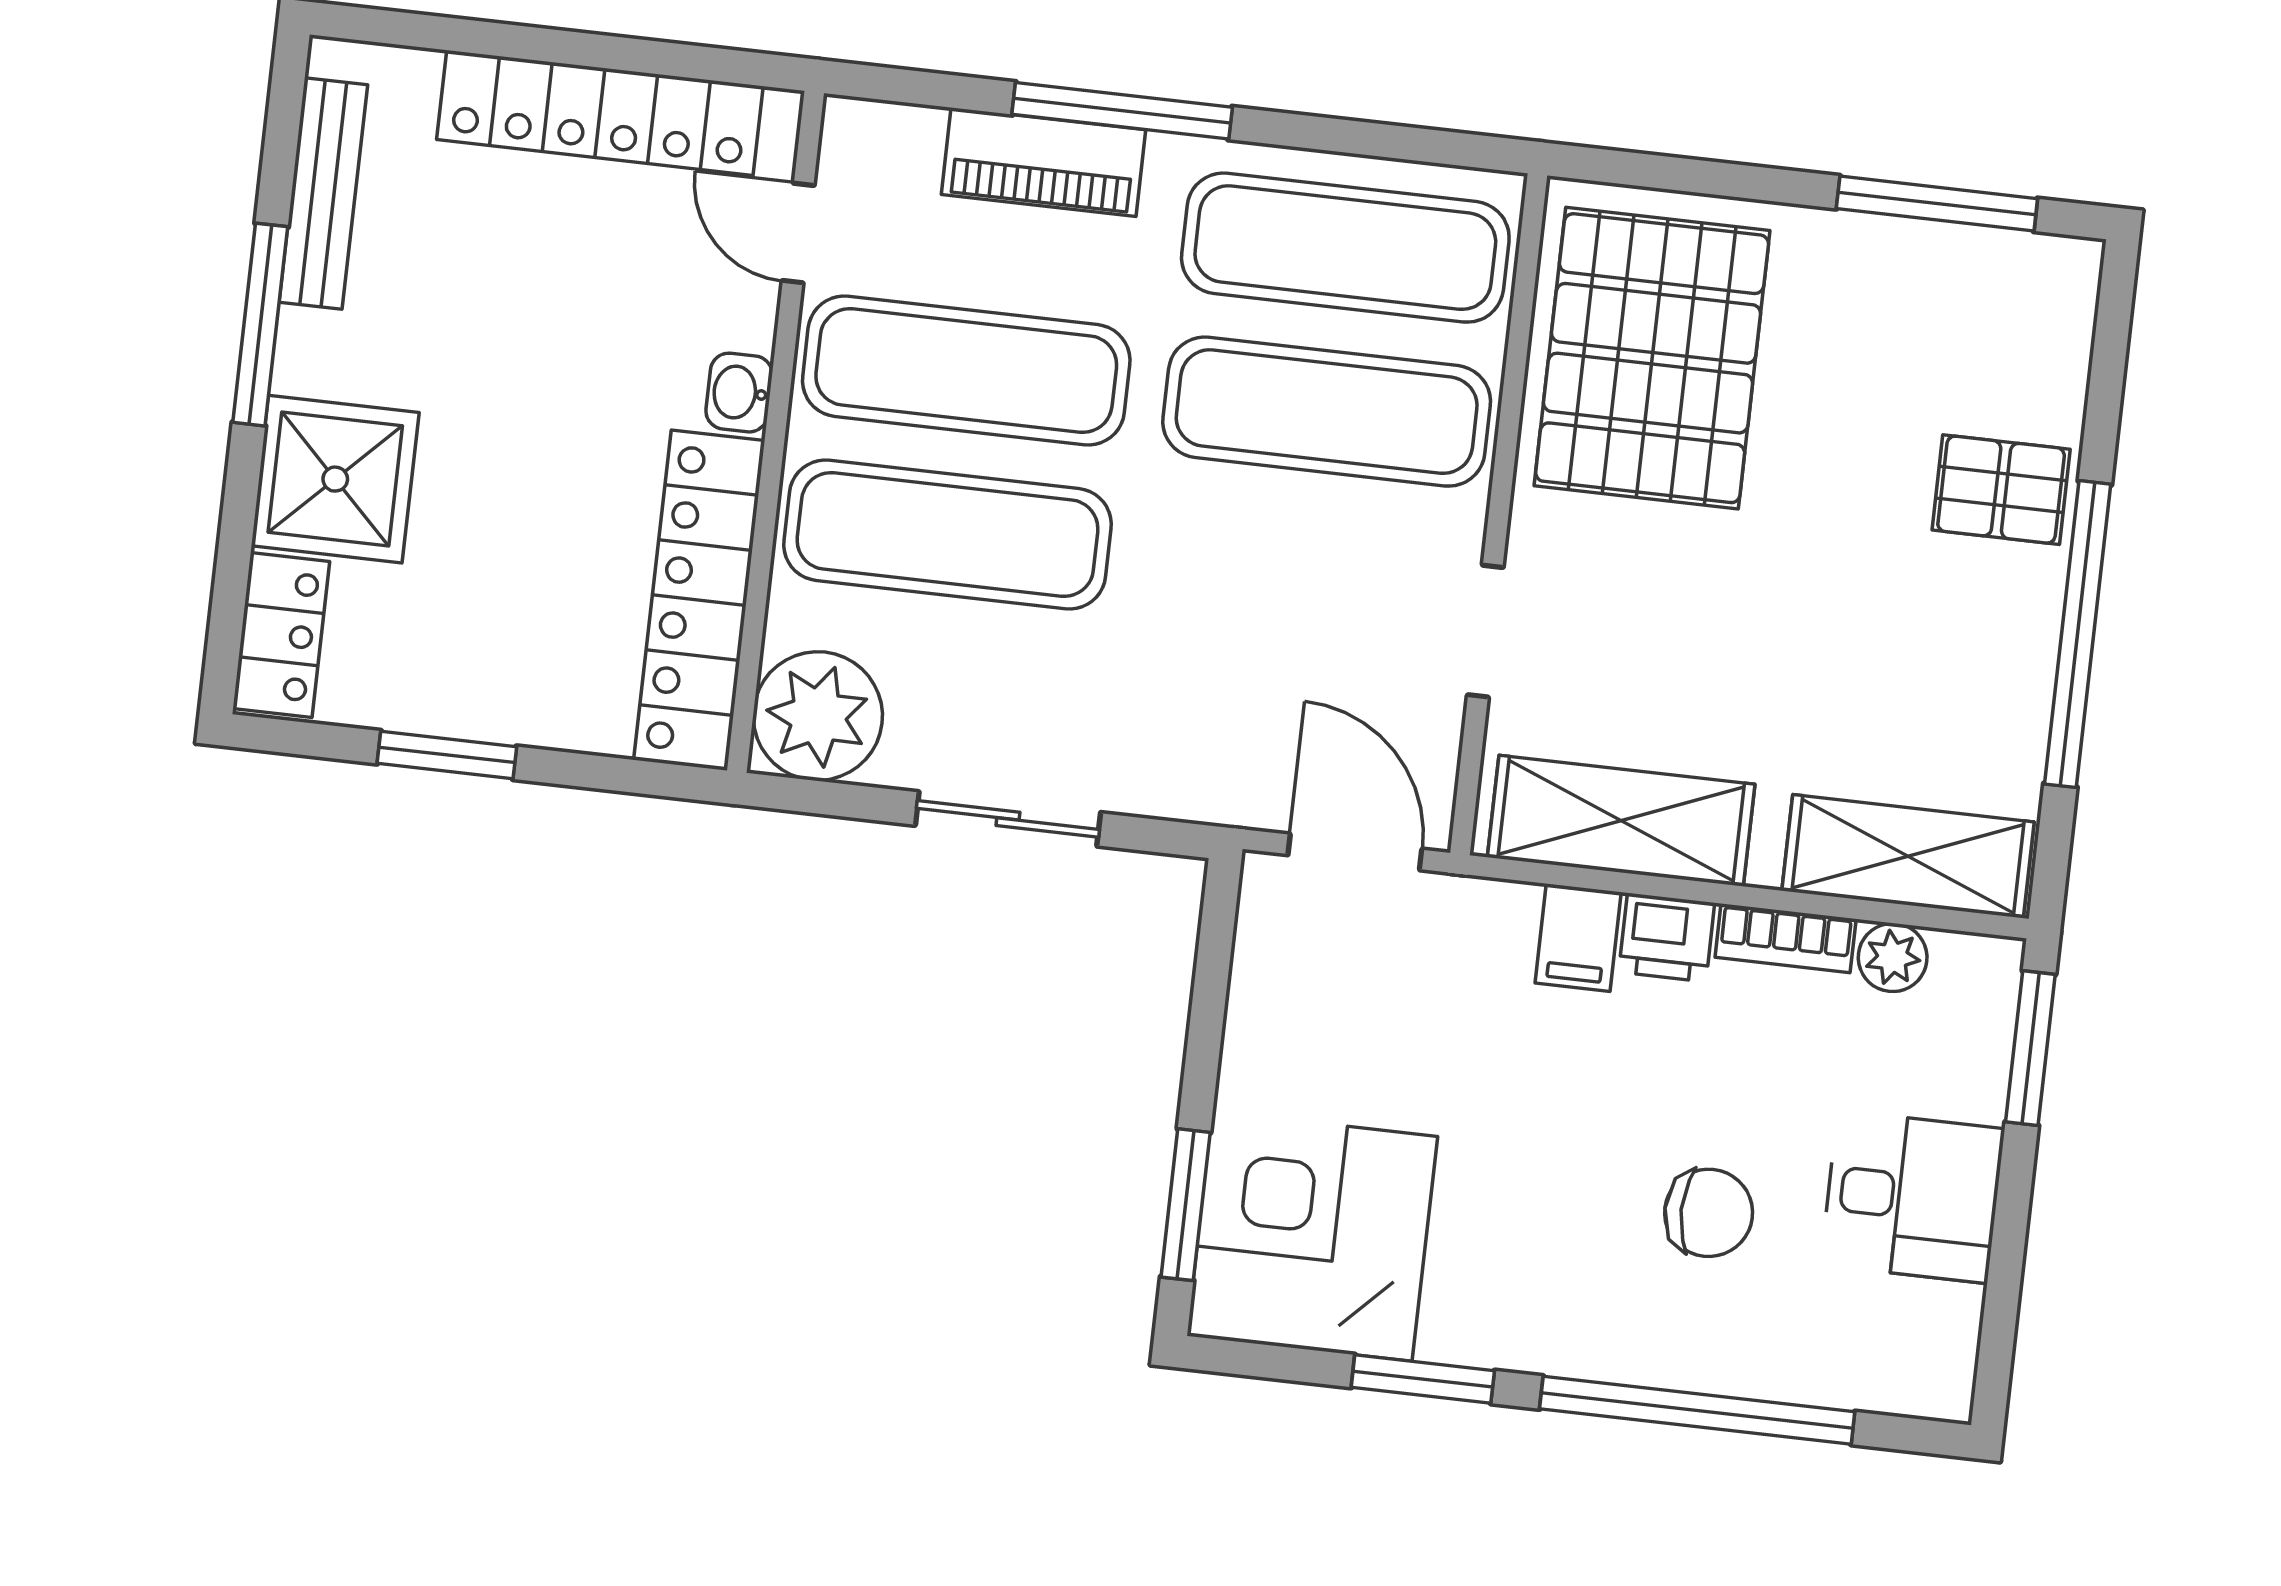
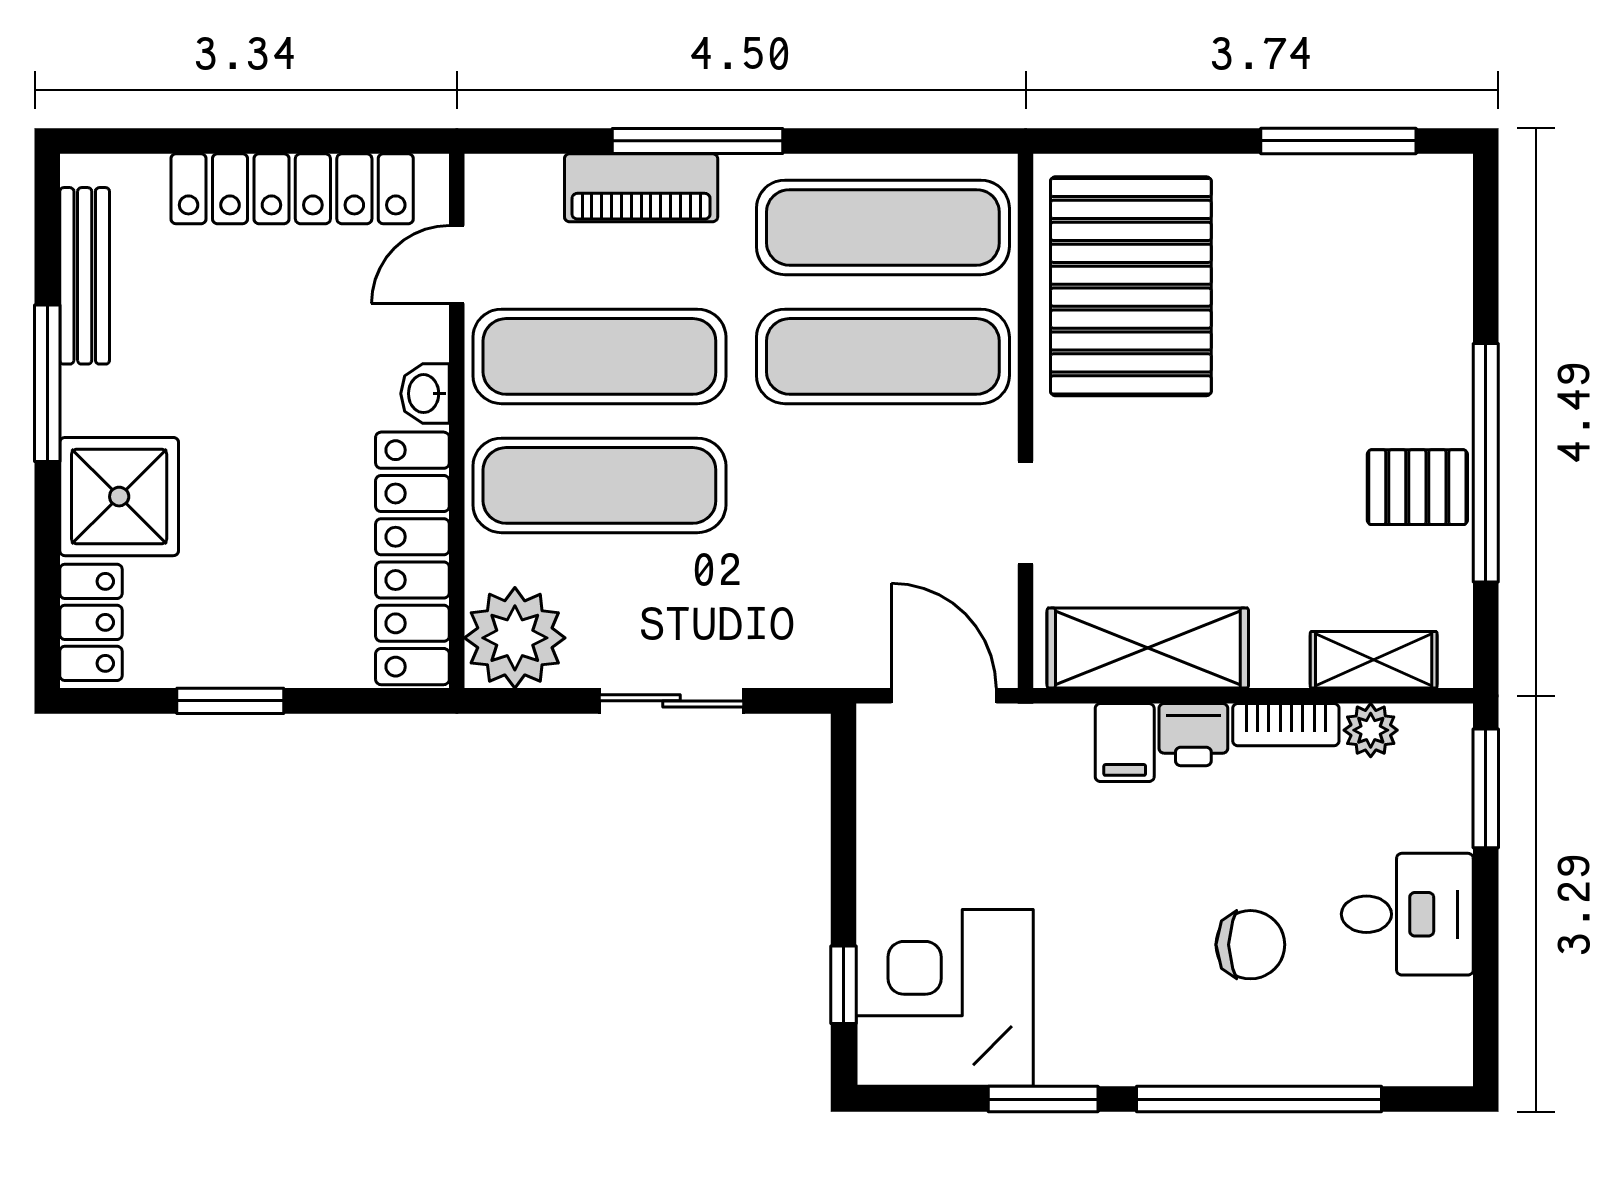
door: (798, 233) -> (457, 265), hinge flipped
pallet: (2001, 490) -> (1417, 487), moved
shelving: (1908, 856) -> (1374, 660), width x0.67, depth x0.75
window: (1186, 1205) -> (844, 985), width x0.67

